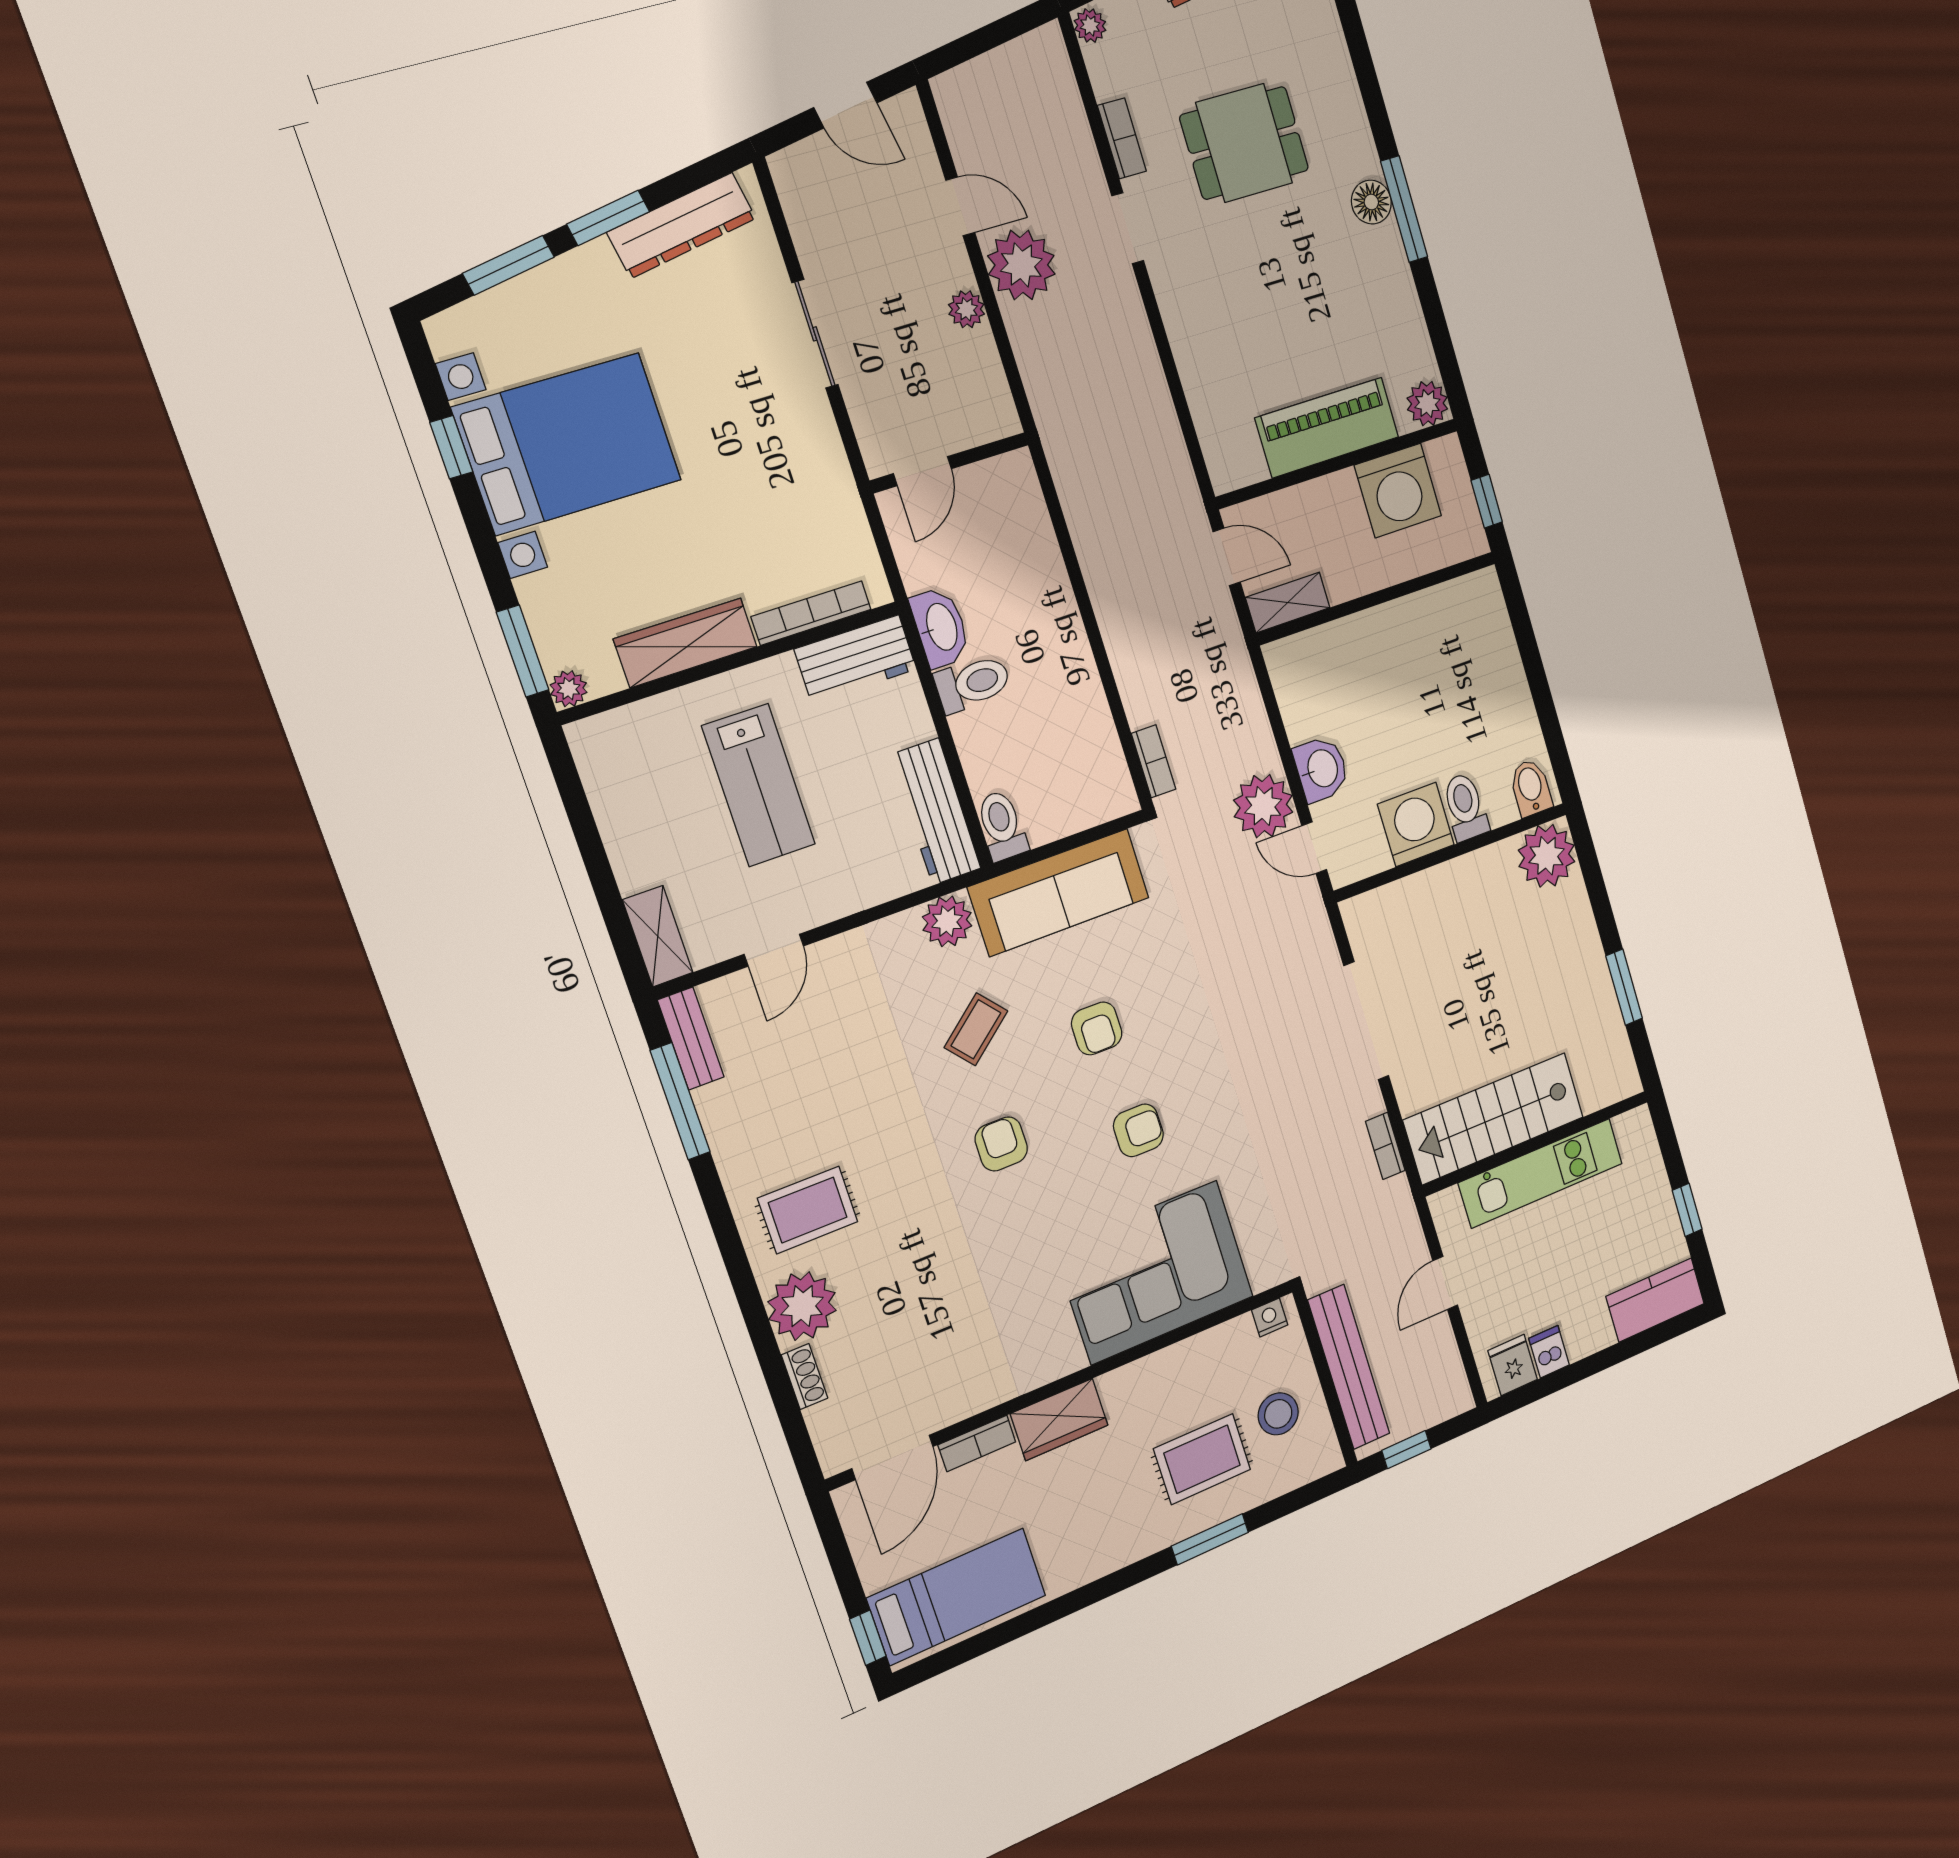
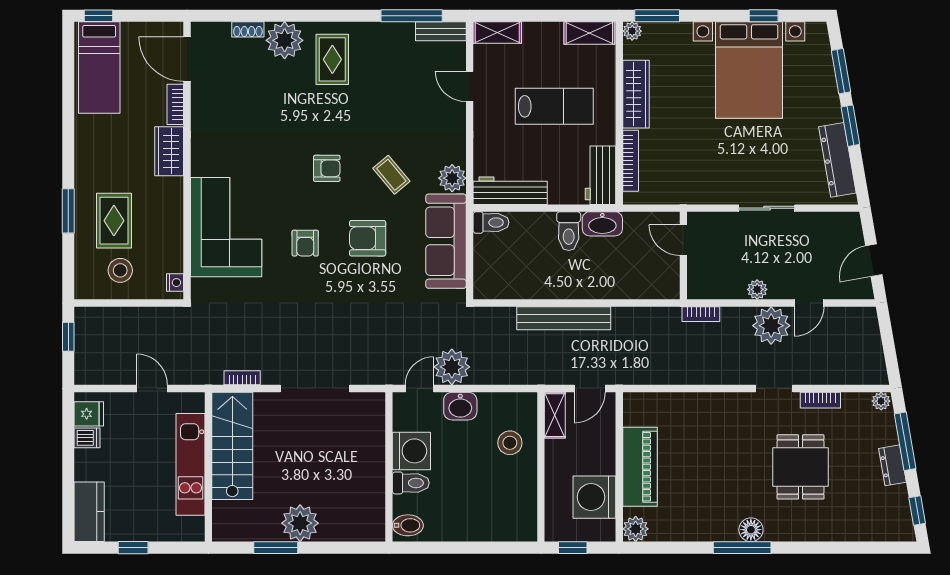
stool: (1355, 664) -> (510, 443), added
bookcase: (1154, 761) -> (701, 314), moved
shelving: (600, 767) -> (589, 33), added
lab bench: (759, 785) -> (554, 106), turned 180
plant: (1547, 856) -> (300, 523), moved
armchair: (1097, 1028) -> (368, 238), width x1.38, depth x1.38
bench: (1349, 1367) -> (564, 318), moved

